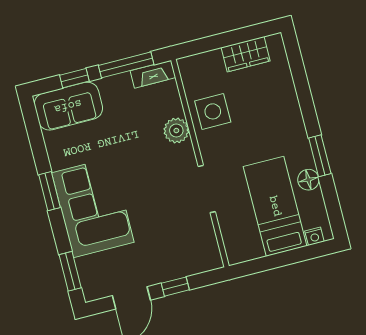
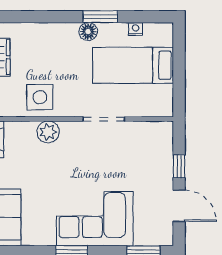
floor lamp: (308, 180) -> (88, 32), moved
nightstand: (314, 236) -> (136, 29), moved, turned -90

